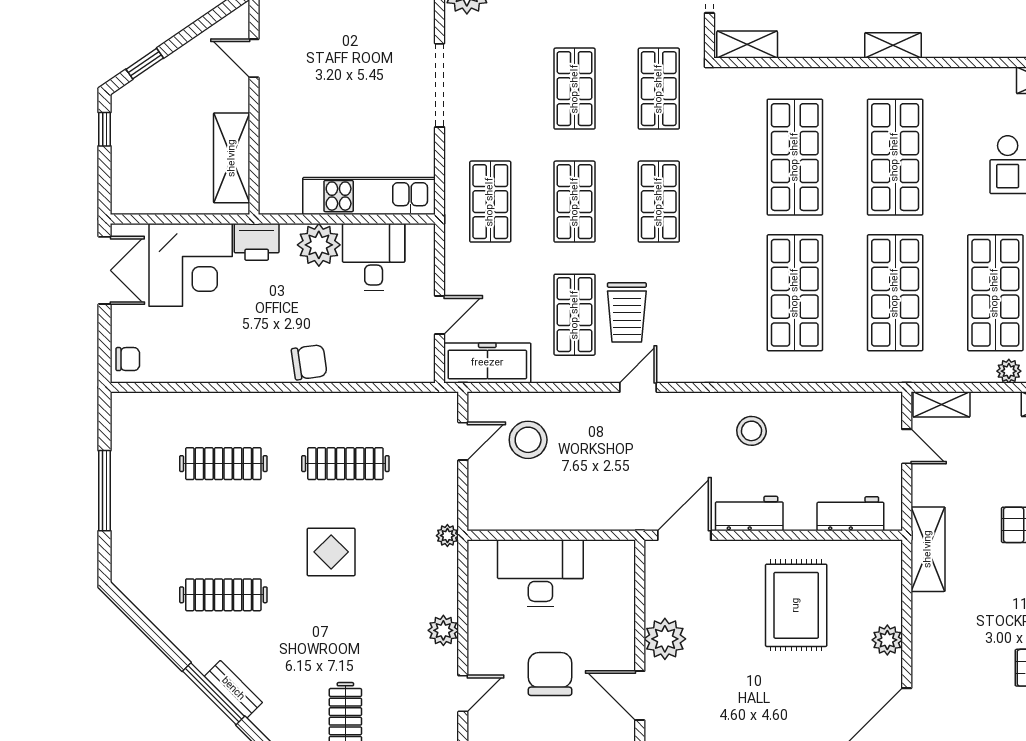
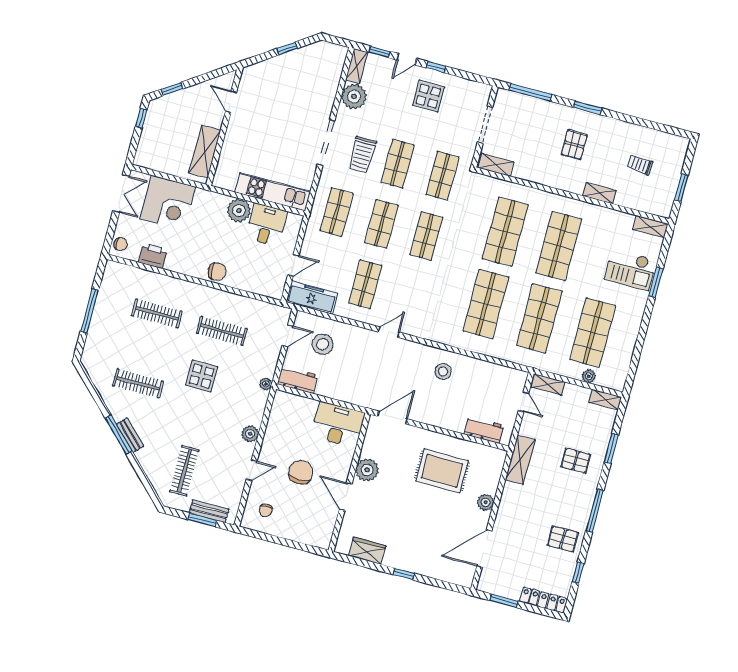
shelving: (893, 45) -> (600, 193), moved
printer: (257, 242) -> (153, 256), moved, turned 180
trolley: (627, 312) -> (362, 155), moved
workbench: (749, 514) -> (298, 380), moved
desk: (540, 573) -> (338, 425), moved
rug: (796, 605) -> (442, 471), turned 90

